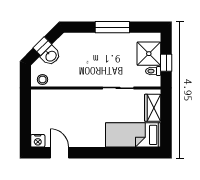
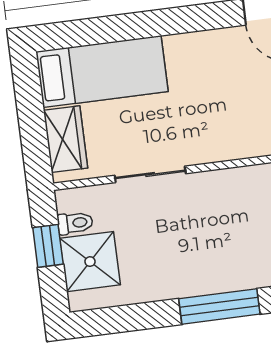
window: (112, 27) -> (219, 306), moved

